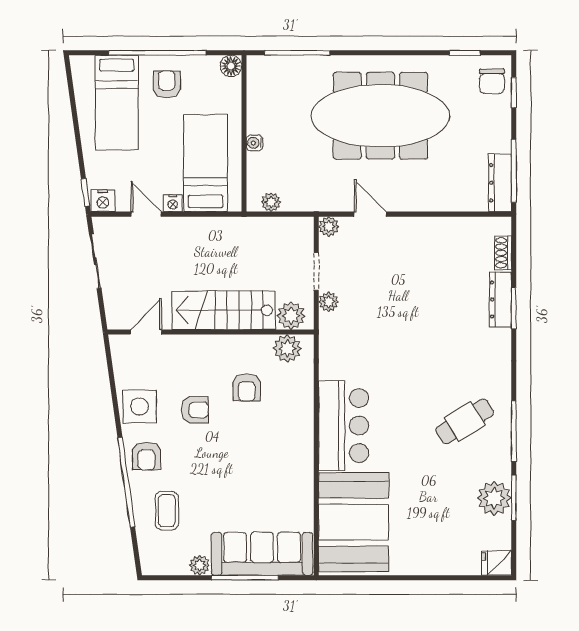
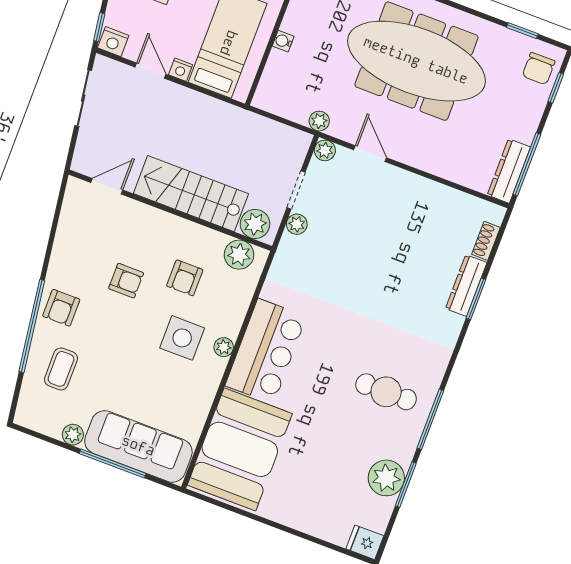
plant: (271, 202) -> (319, 121), moved
side table: (140, 407) -> (182, 338), moved
cafe table: (465, 421) -> (386, 392), turned 32
plant: (305, 436) -> (224, 347), added

